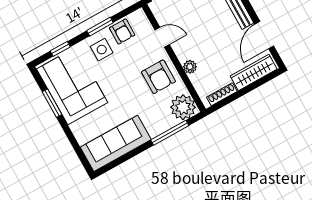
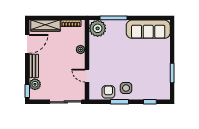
armchair: (158, 77) -> (102, 54), removed
corner sofa: (72, 86) -> (155, 77), removed

